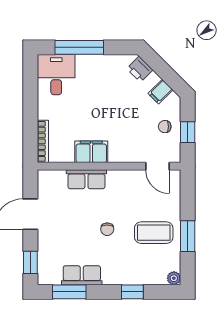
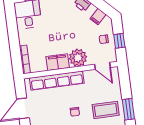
plant: (123, 149) -> (78, 58), added
row of seats: (86, 179) -> (57, 81), width x2.02

